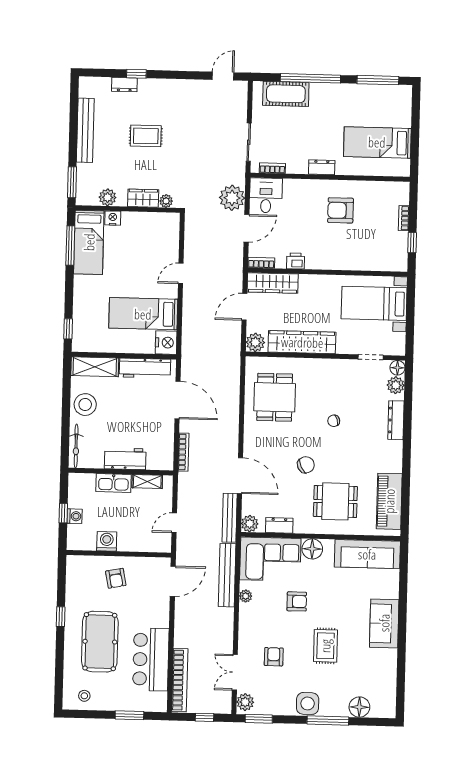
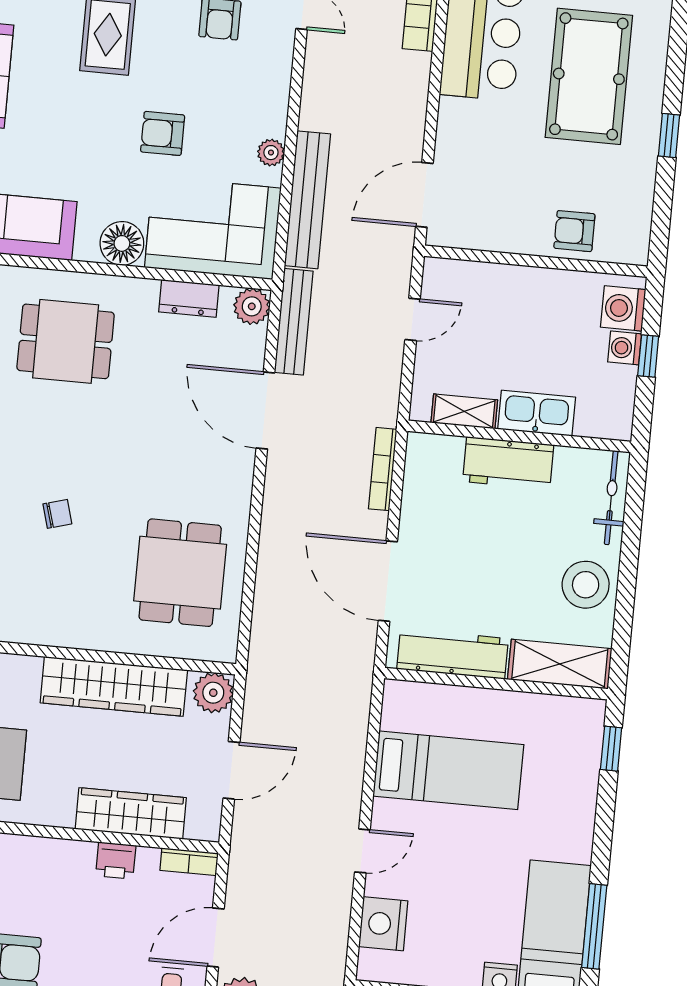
wardrobe: (273, 283) -> (131, 813), moved
nightstand: (166, 343) -> (383, 924), moved
chair: (306, 465) -> (123, 424), removed
washing machine: (107, 541) -> (623, 308), moved, turned 90
armchair: (116, 578) -> (574, 231), moved, turned -79

